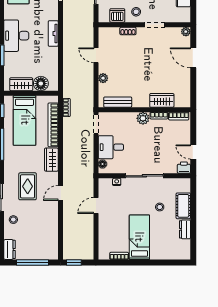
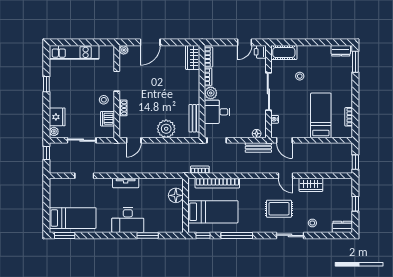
door: (96, 55) -> (134, 140), moved
plant: (103, 78) -> (166, 129), width x1.88, depth x1.88
wardrobe: (21, 84) -> (177, 215), removed
wardrobe: (162, 100) -> (193, 57), moved
desk: (111, 147) -> (217, 112), moved, turned 90
wardrobe: (51, 160) -> (311, 185), moved
bench: (89, 166) -> (258, 147), added
door: (96, 206) -> (284, 140), moved
cot: (183, 206) -> (284, 52), moved
dresser: (185, 229) -> (341, 51), moved
bed: (139, 237) -> (321, 115), moved, turned 90
window: (33, 263) -> (355, 204), width x0.46
window: (174, 263) -> (355, 62), added

